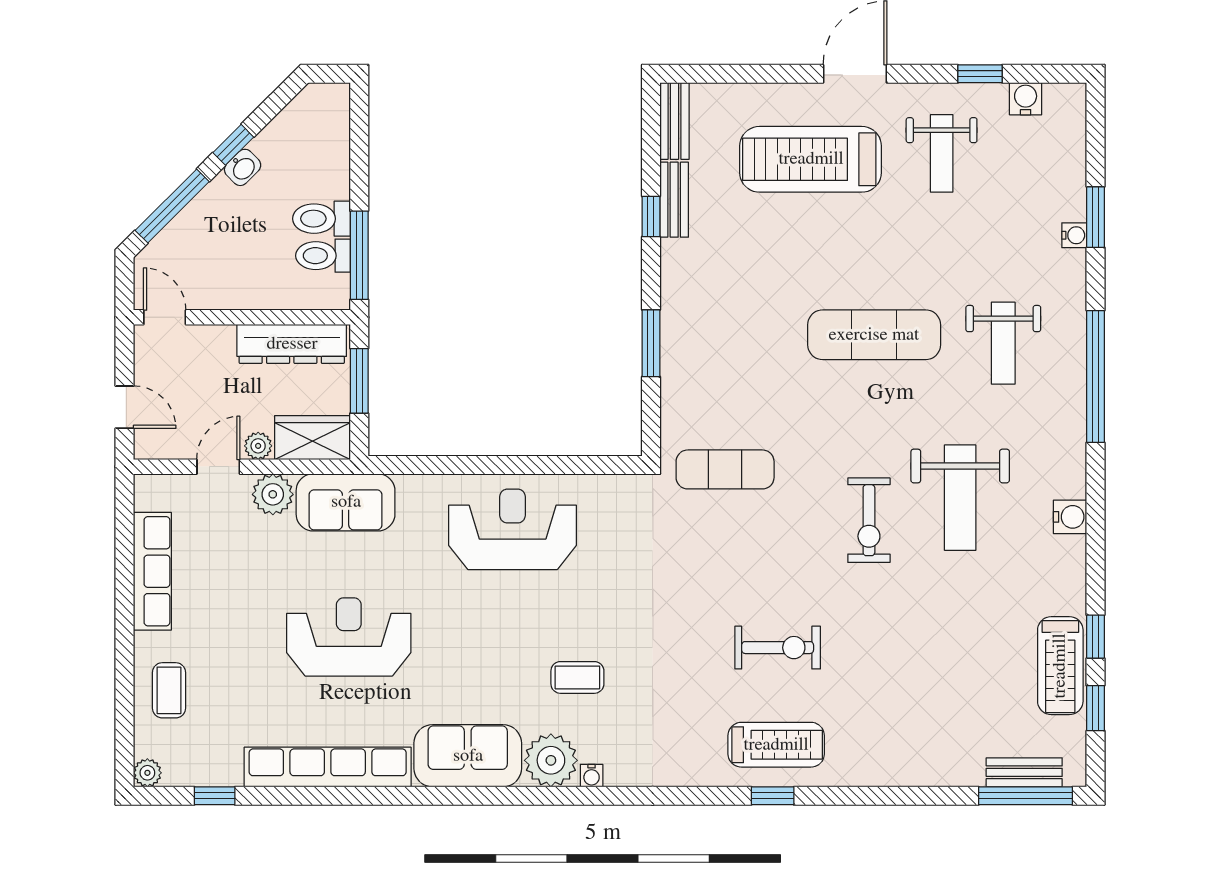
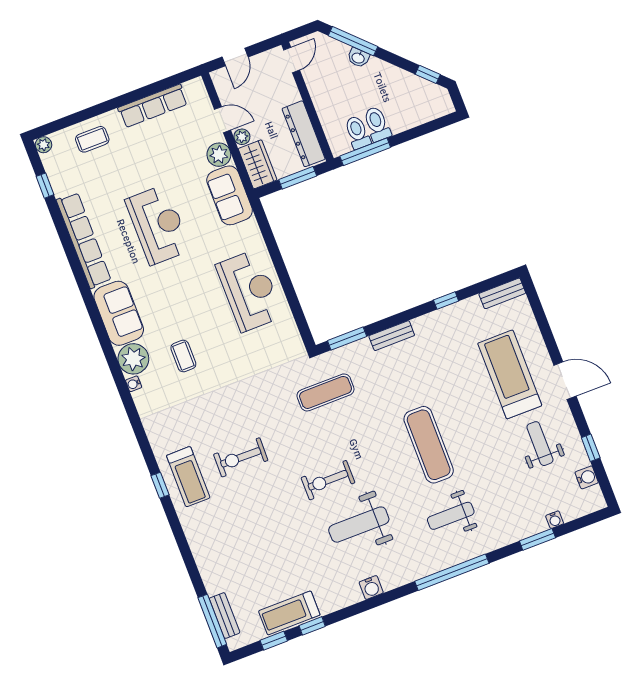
window: (233, 145) -> (428, 74), moved
weight bench: (942, 153) -> (540, 444), turned 90
washbasin: (243, 167) -> (358, 58), moved
bench: (674, 200) -> (392, 336), moved
water cooler: (1074, 235) -> (555, 520), moved
window: (651, 343) -> (347, 338), moved
exercise mat: (725, 469) -> (326, 392), turned 90
exercise bike: (778, 648) -> (241, 457), turned 91

